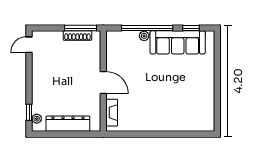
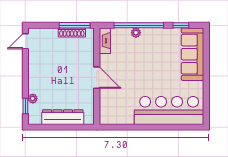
sofa: (178, 42) -> (193, 54), moved, turned 90
fireplace: (112, 113) -> (105, 41), moved
bar counter: (179, 117) -> (169, 110), added
plant: (37, 119) -> (33, 99), moved

